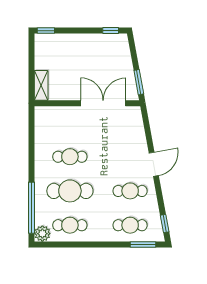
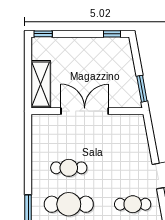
shelving: (41, 85) -> (41, 84), width x1.50, depth x1.33
double door: (103, 103) -> (85, 111), moved

